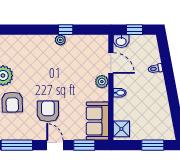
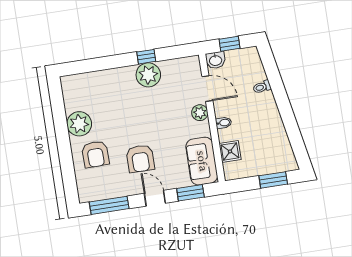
plant: (60, 40) -> (148, 75), width x1.88, depth x1.88
armchair: (48, 111) -> (140, 159), turned 180
shower: (121, 129) -> (230, 151), moved

